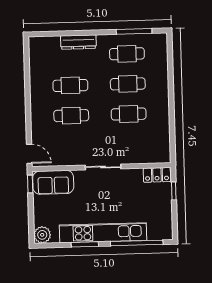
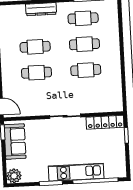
locker: (157, 175) -> (105, 122), width x1.53
sofa: (53, 182) -> (15, 141), moved, turned -90
kitchen unit: (103, 233) -> (76, 172), width x0.73

